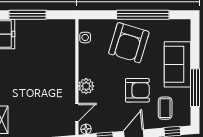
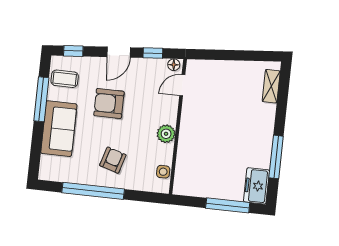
armchair: (129, 43) -> (113, 160), width x0.53, depth x0.53
plant: (86, 86) -> (166, 134), moved
coffee table: (165, 108) -> (65, 79), moved, turned 90

